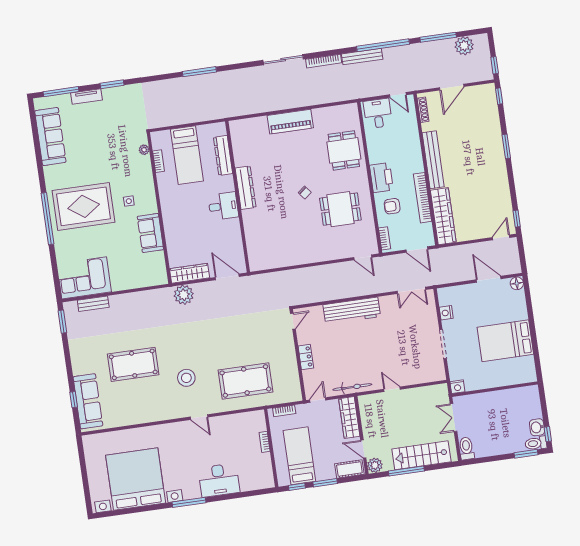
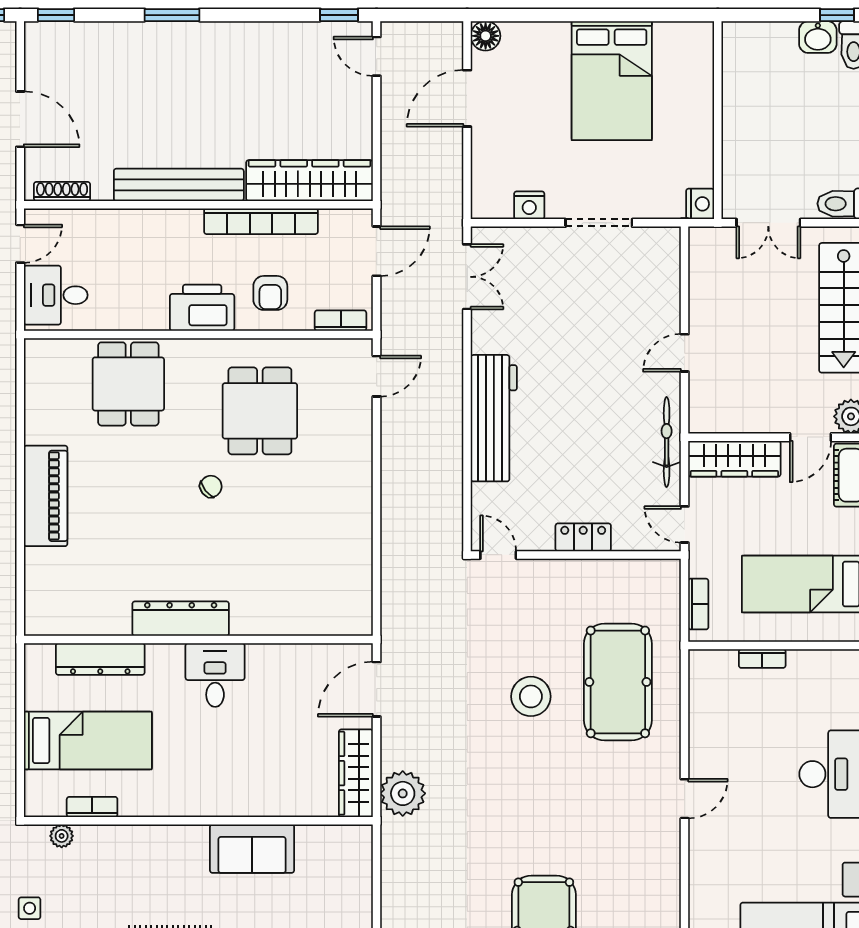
dining table: (344, 150) -> (128, 384), turned 90
side table: (129, 201) -> (30, 908), moved
stool: (186, 378) -> (531, 696), moved

